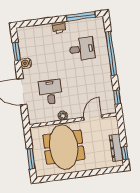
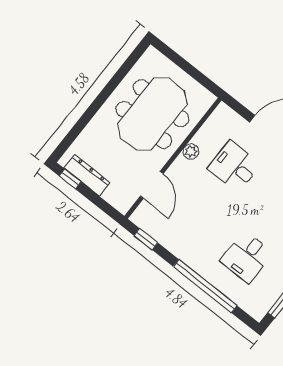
desk: (50, 92) -> (234, 166), turned 180
meeting table: (64, 147) -> (152, 114), turned 90
window: (31, 159) -> (179, 61), removed

